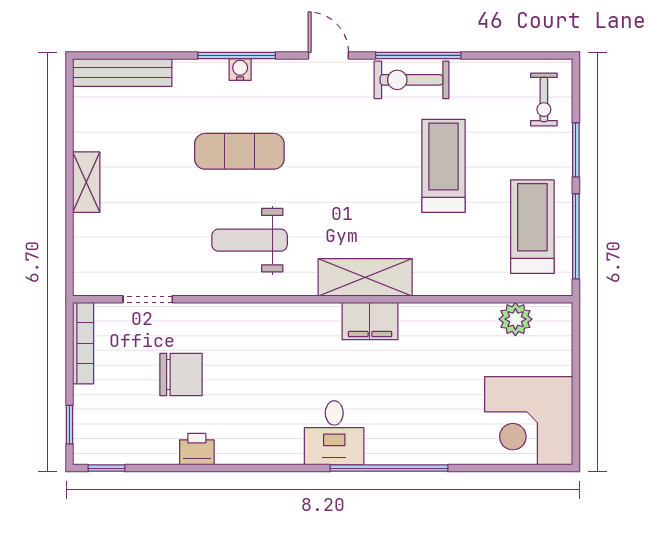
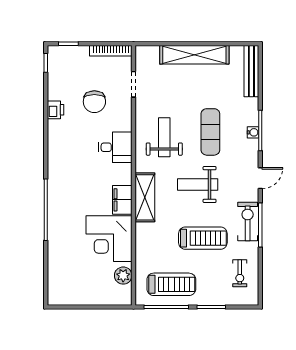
exercise bike: (544, 100) -> (240, 273), moved, turned -90
weight bench: (340, 176) -> (198, 185), added
shelving: (86, 182) -> (194, 55), width x2.20, depth x1.33
corner desk: (529, 421) -> (109, 239), moved, turned -90
desk: (334, 433) -> (115, 147), moved, turned 180

